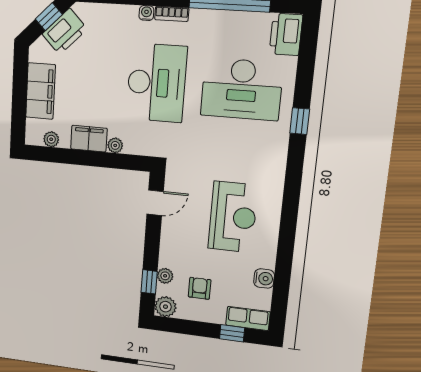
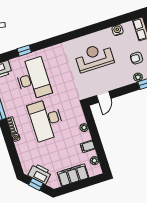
desk: (156, 83) -> (46, 120), turned -90
window: (300, 121) -> (24, 51), moved
filing cabinet: (89, 139) -> (88, 146), width x0.50
door: (155, 203) -> (104, 97), swing flipped

